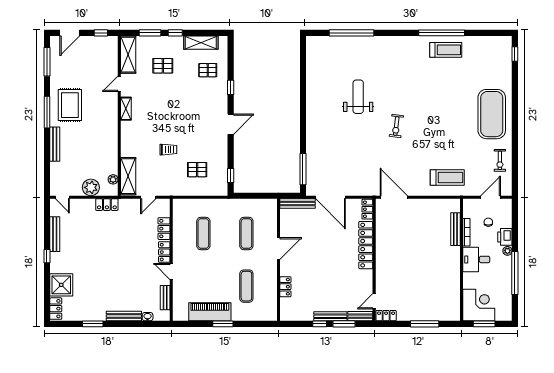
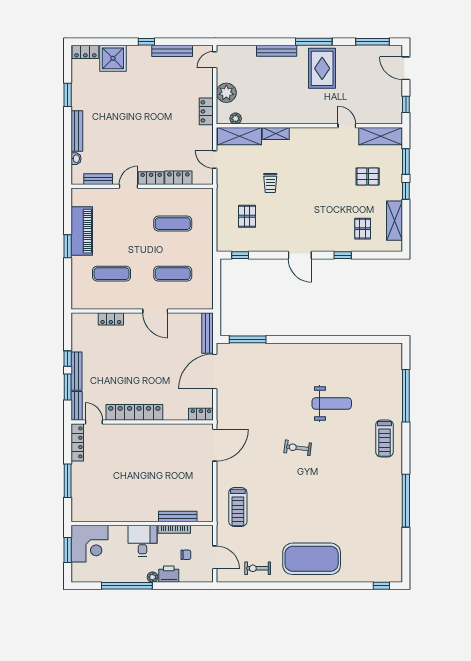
treadmill: (446, 50) -> (384, 438), moved
pallet: (163, 66) -> (368, 176), turned 90
rug: (70, 105) -> (322, 68), turned 90
shelving: (126, 109) -> (276, 134), moved
locker: (366, 245) -> (134, 412), moved
locker: (386, 316) -> (77, 442), width x1.53

